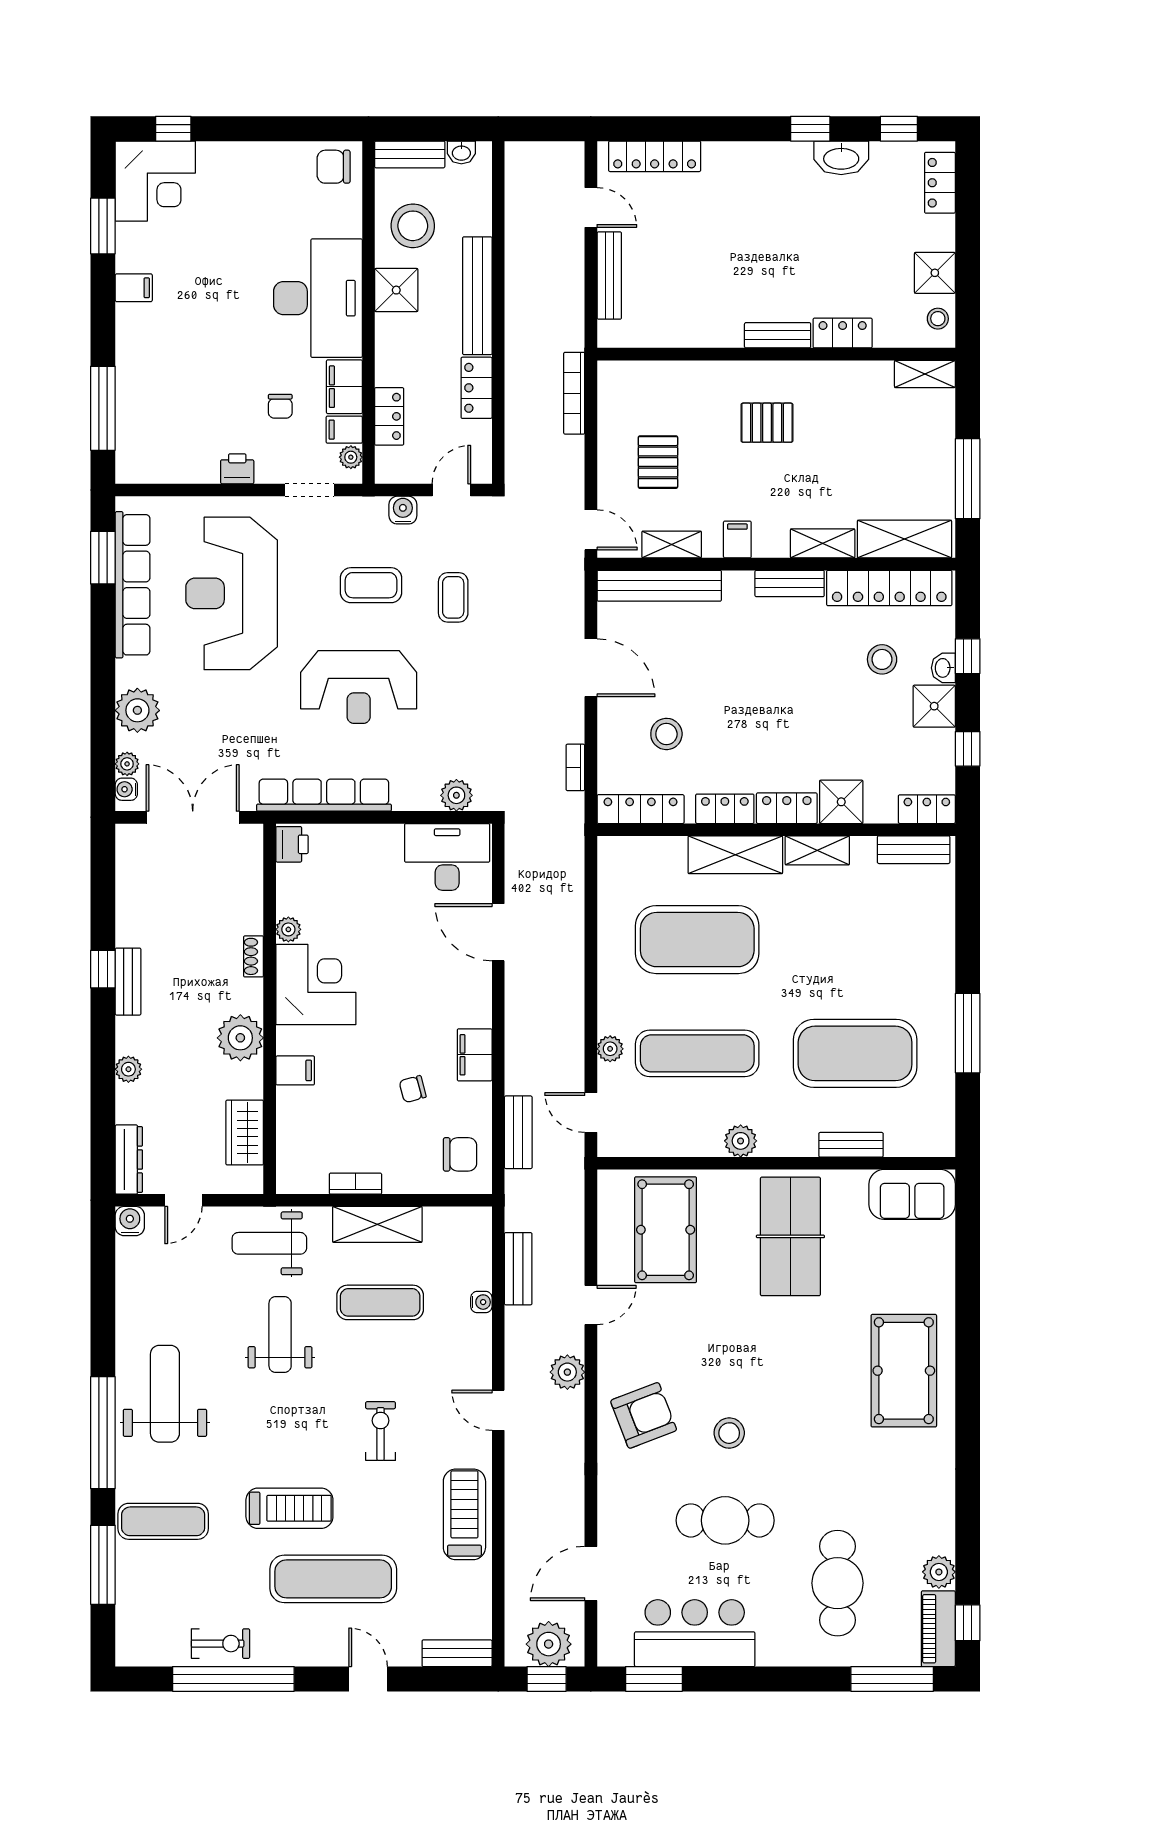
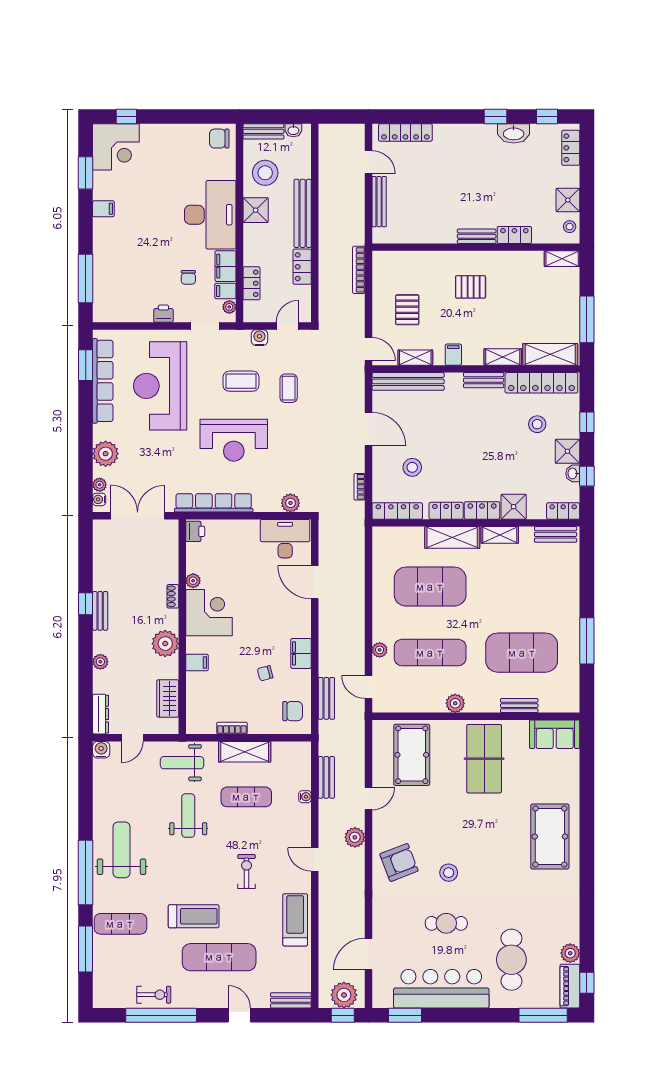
washbasin: (943, 668) -> (573, 473), moved
cafe table: (725, 1520) -> (446, 923), width x0.73, depth x0.74
bar counter: (695, 1633) -> (441, 989), width x1.36

